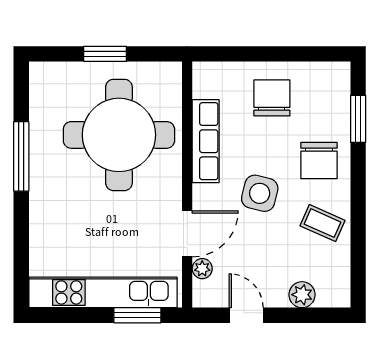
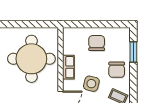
window: (105, 54) -> (25, 24), removed
row of seats: (206, 141) -> (68, 67), width x0.68

